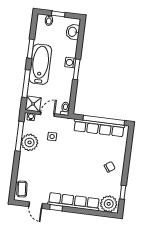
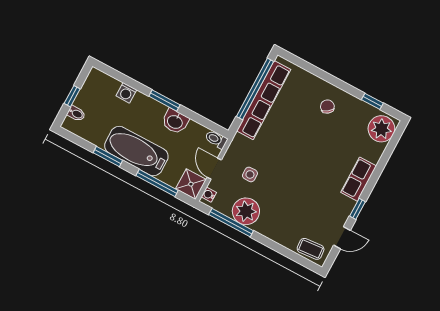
washbasin: (73, 32) -> (175, 121), moved
washing machine: (70, 63) -> (126, 93), moved
row of seats: (74, 202) -> (359, 179), width x0.50

